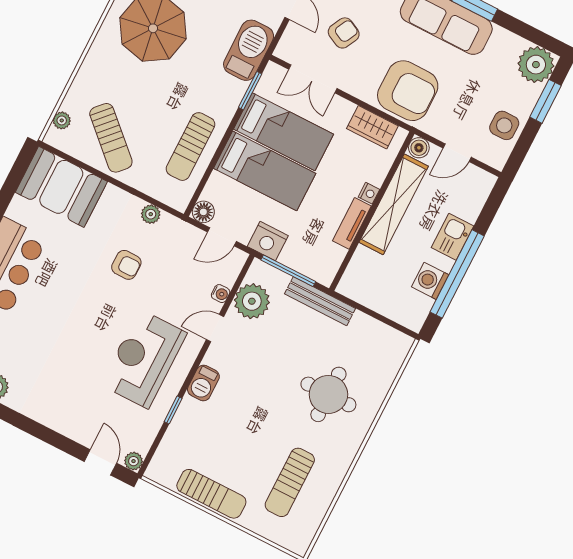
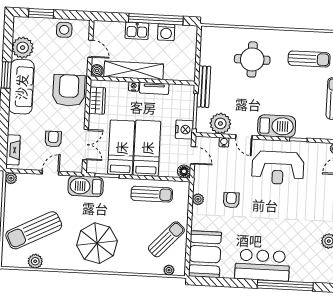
armchair: (344, 33) -> (53, 139), turned 63
plant: (536, 65) -> (23, 48), moved
barbecue: (203, 383) -> (277, 126), width x1.88, depth x1.53

